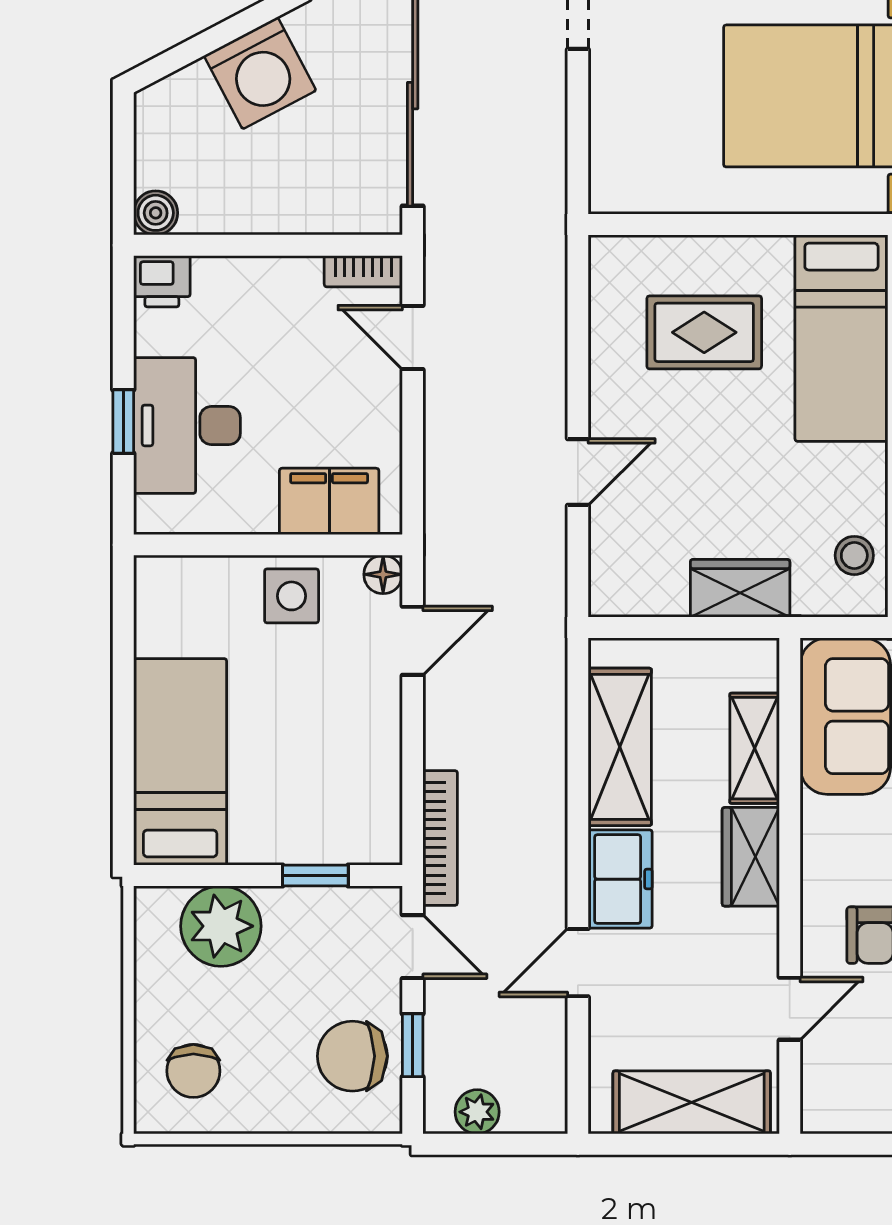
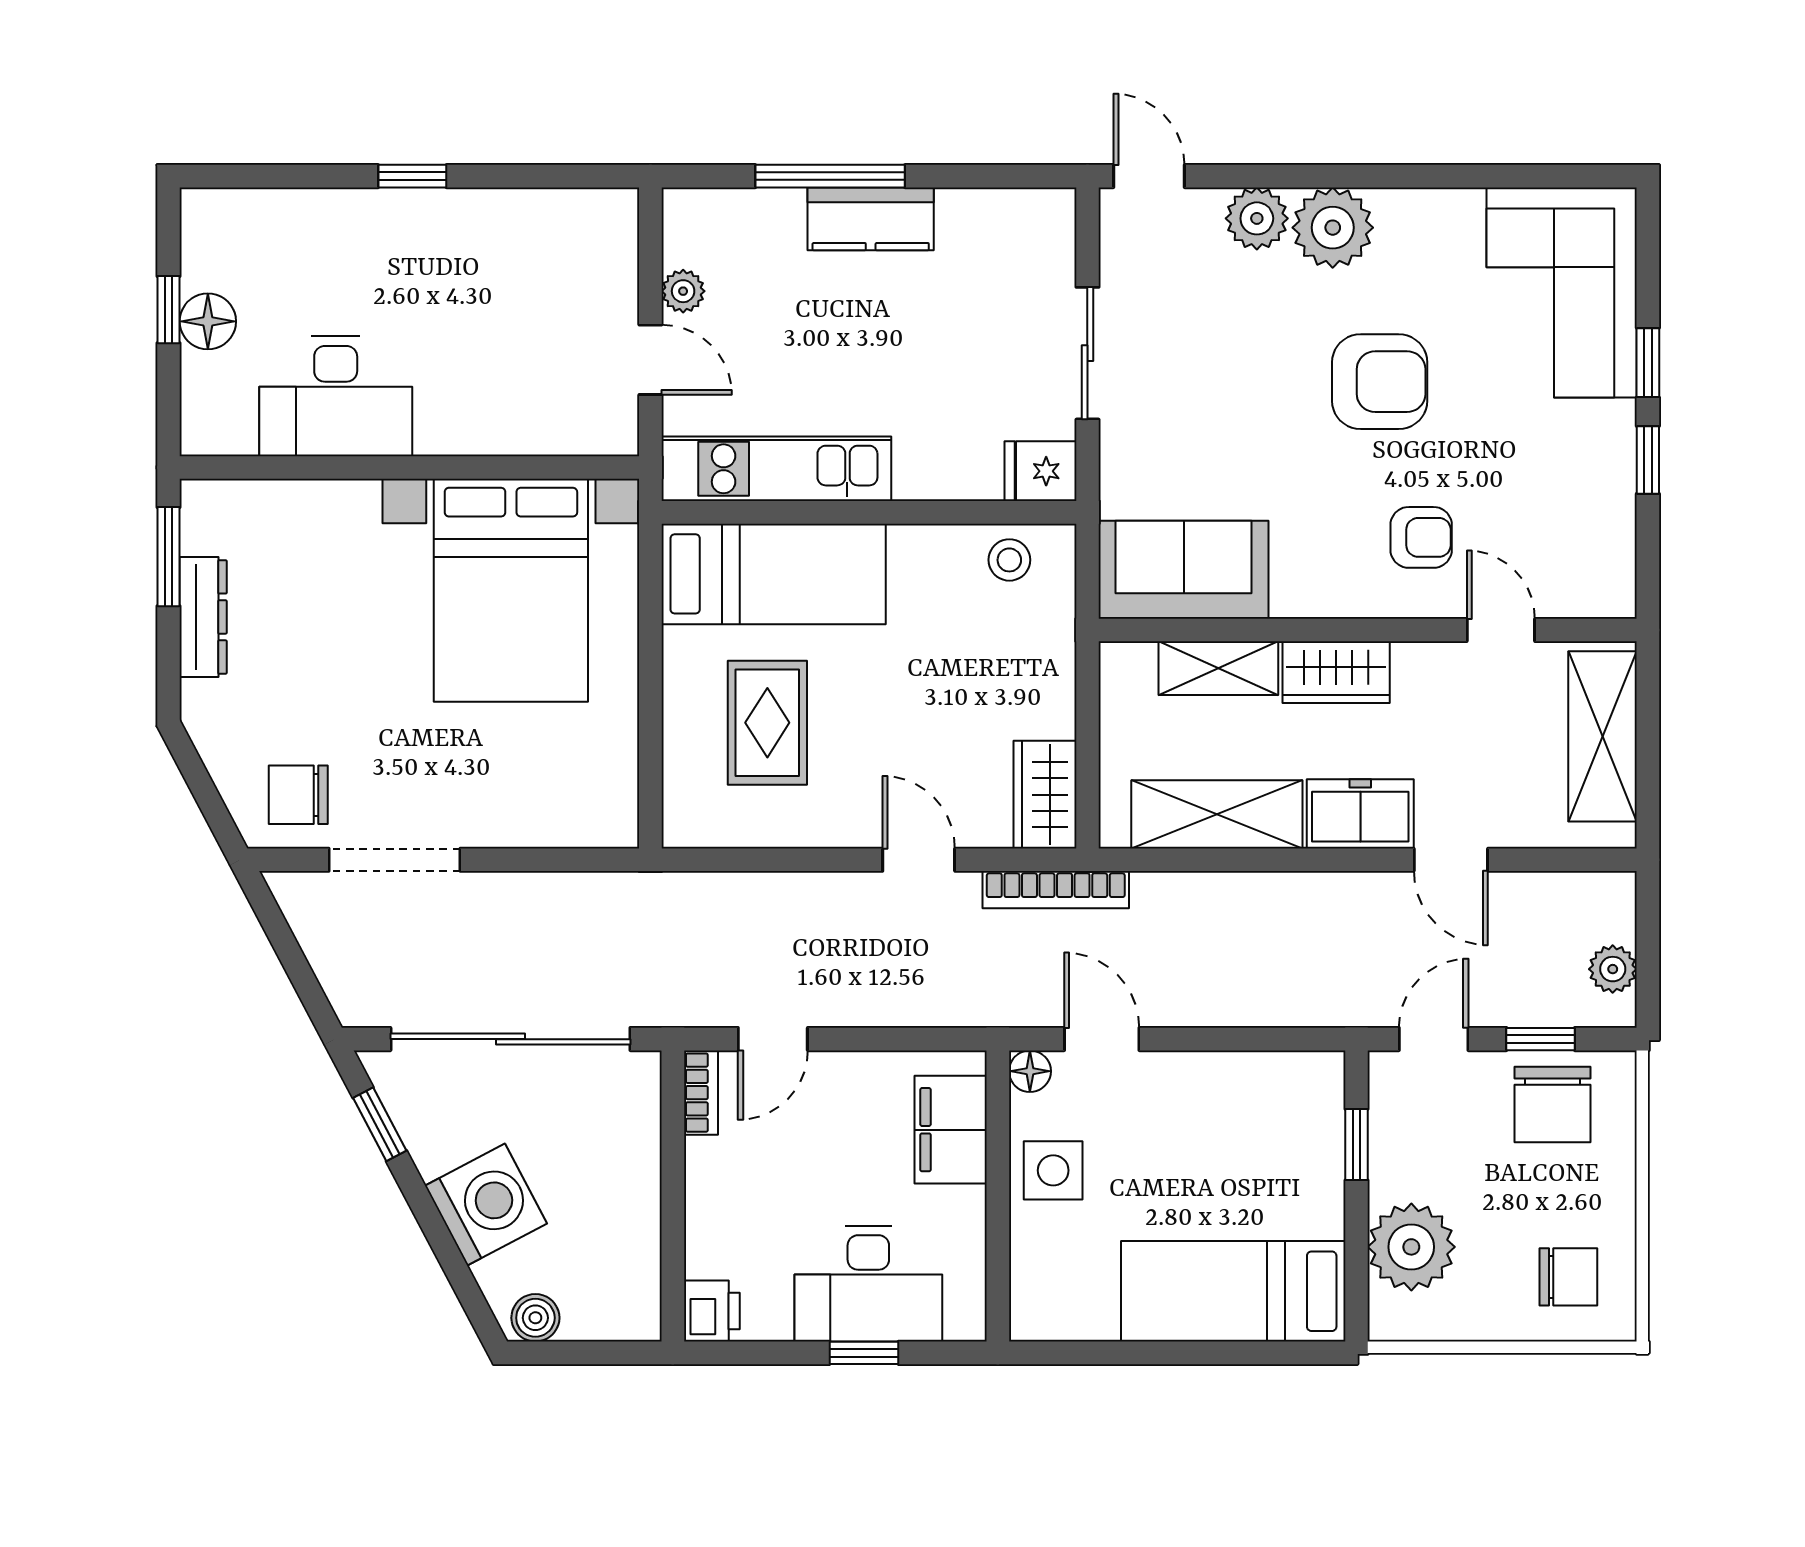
boiler: (156, 213) -> (535, 1318), moved
wardrobe: (740, 588) -> (1045, 795), moved
bookcase: (440, 838) -> (1056, 890), moved, turned 180

